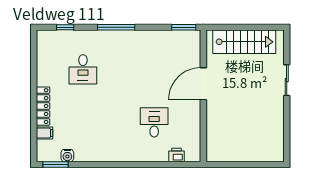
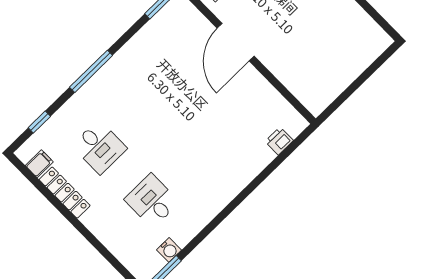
locker: (43, 106) -> (65, 193), moved
desk: (154, 122) -> (152, 201), moved
filing cabinet: (45, 133) -> (39, 164), moved

